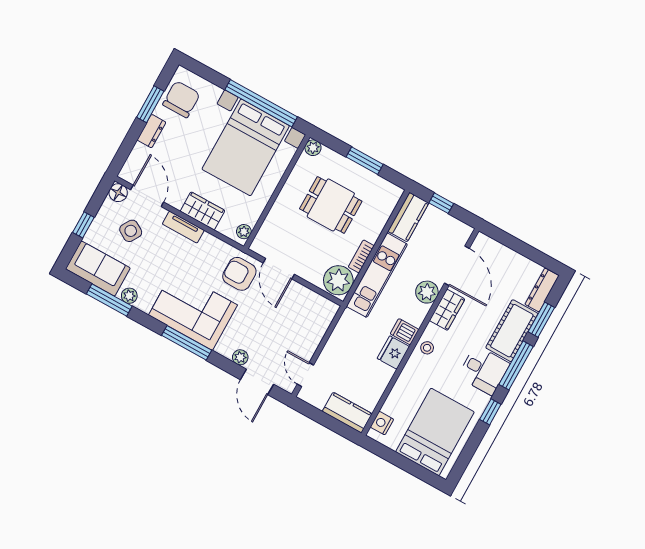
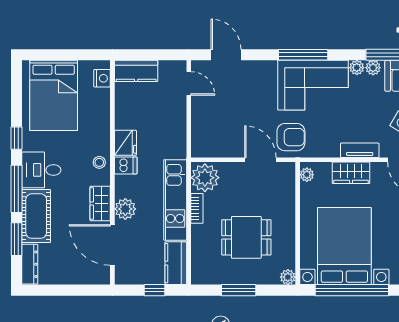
plant: (240, 357) -> (357, 68), moved

